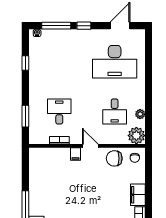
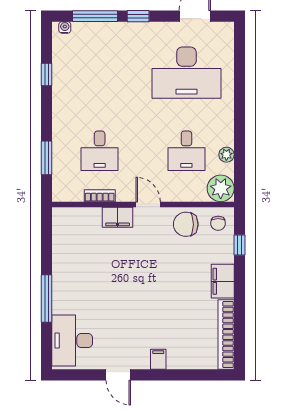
desk: (59, 112) -> (100, 151), turned 180
filing cabinet: (76, 154) -> (118, 217), width x2.00
window: (148, 172) -> (239, 245), added

